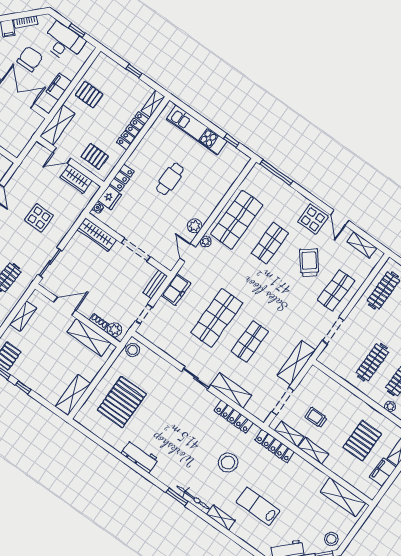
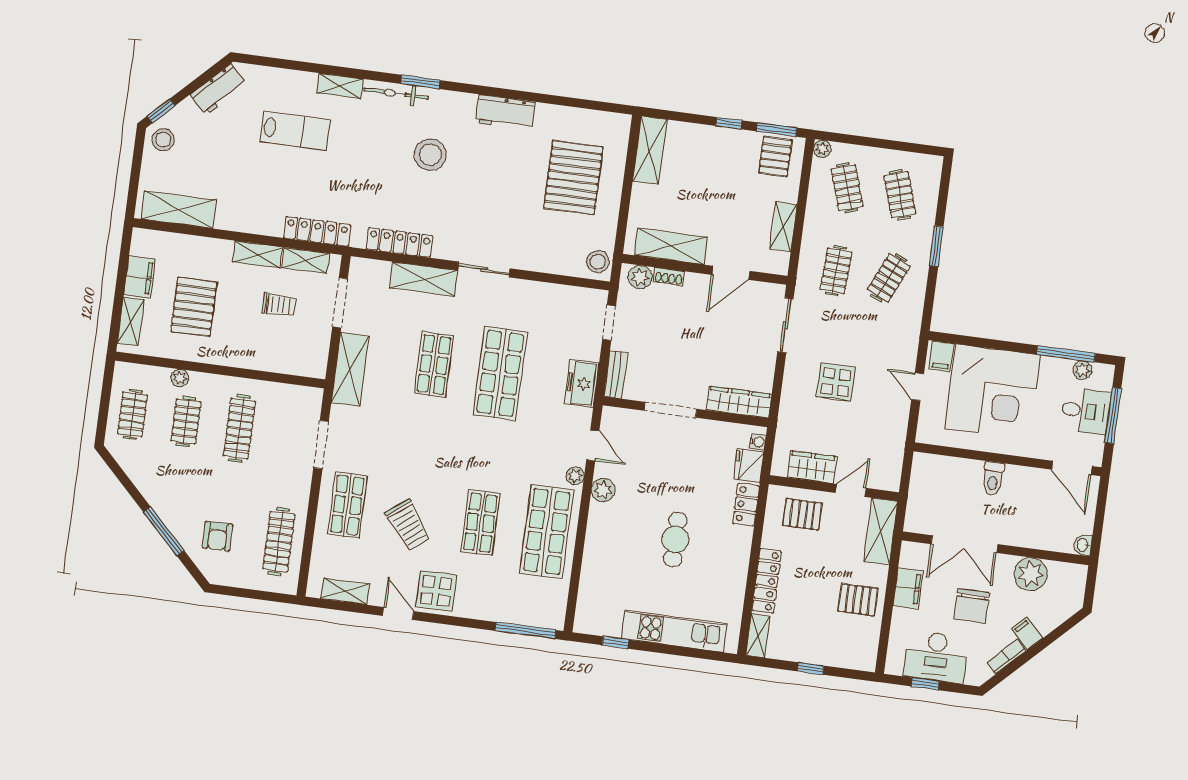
stool: (228, 463) -> (430, 155), moved

